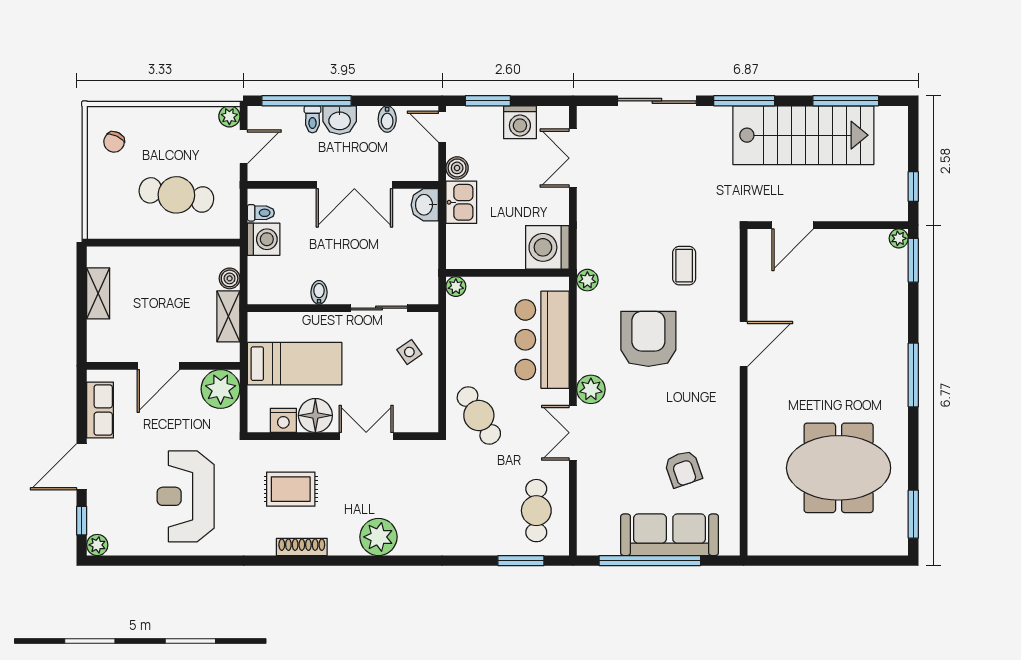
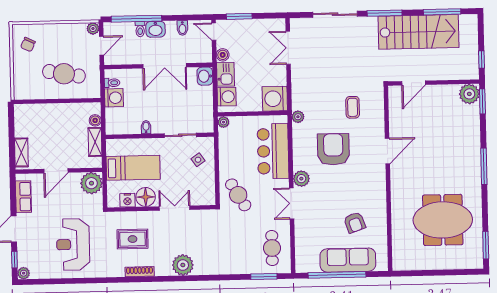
washing machine: (520, 122) -> (227, 97), moved, turned -90
plant: (899, 238) -> (469, 94), width x1.87, depth x1.87
shelving: (98, 293) -> (21, 152), moved

